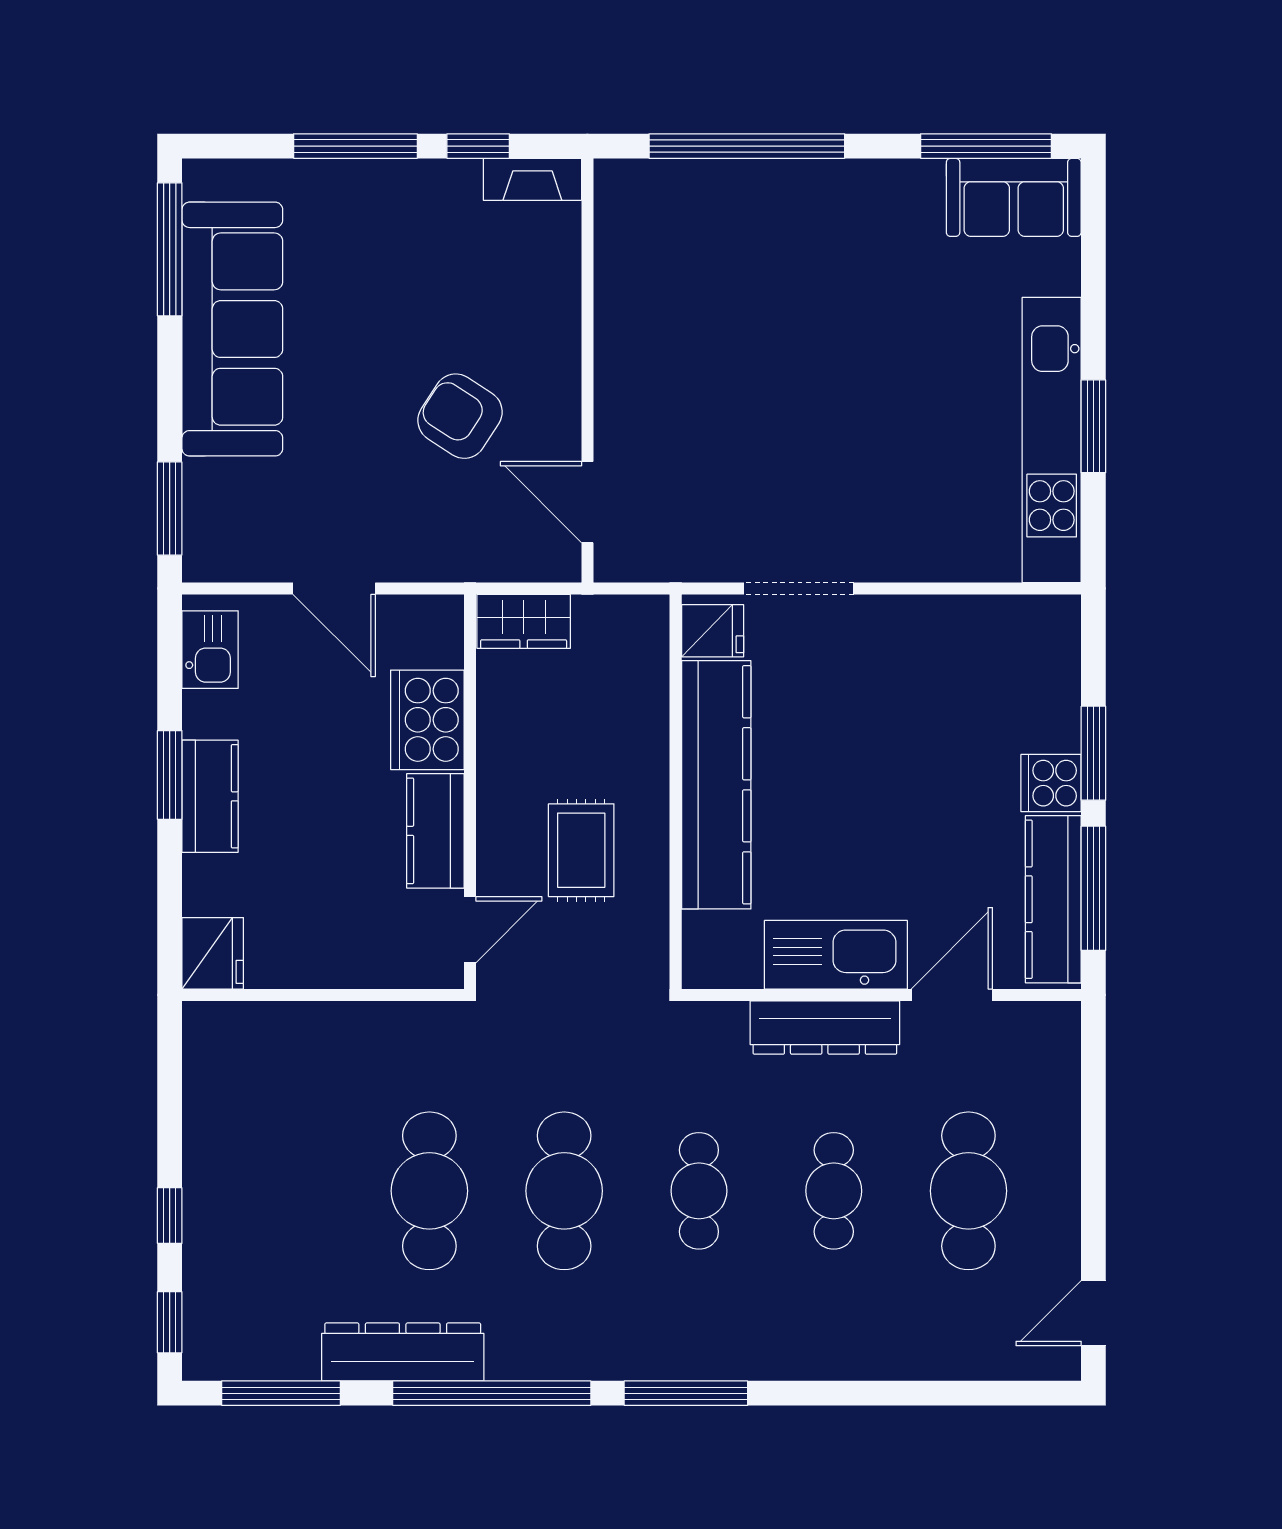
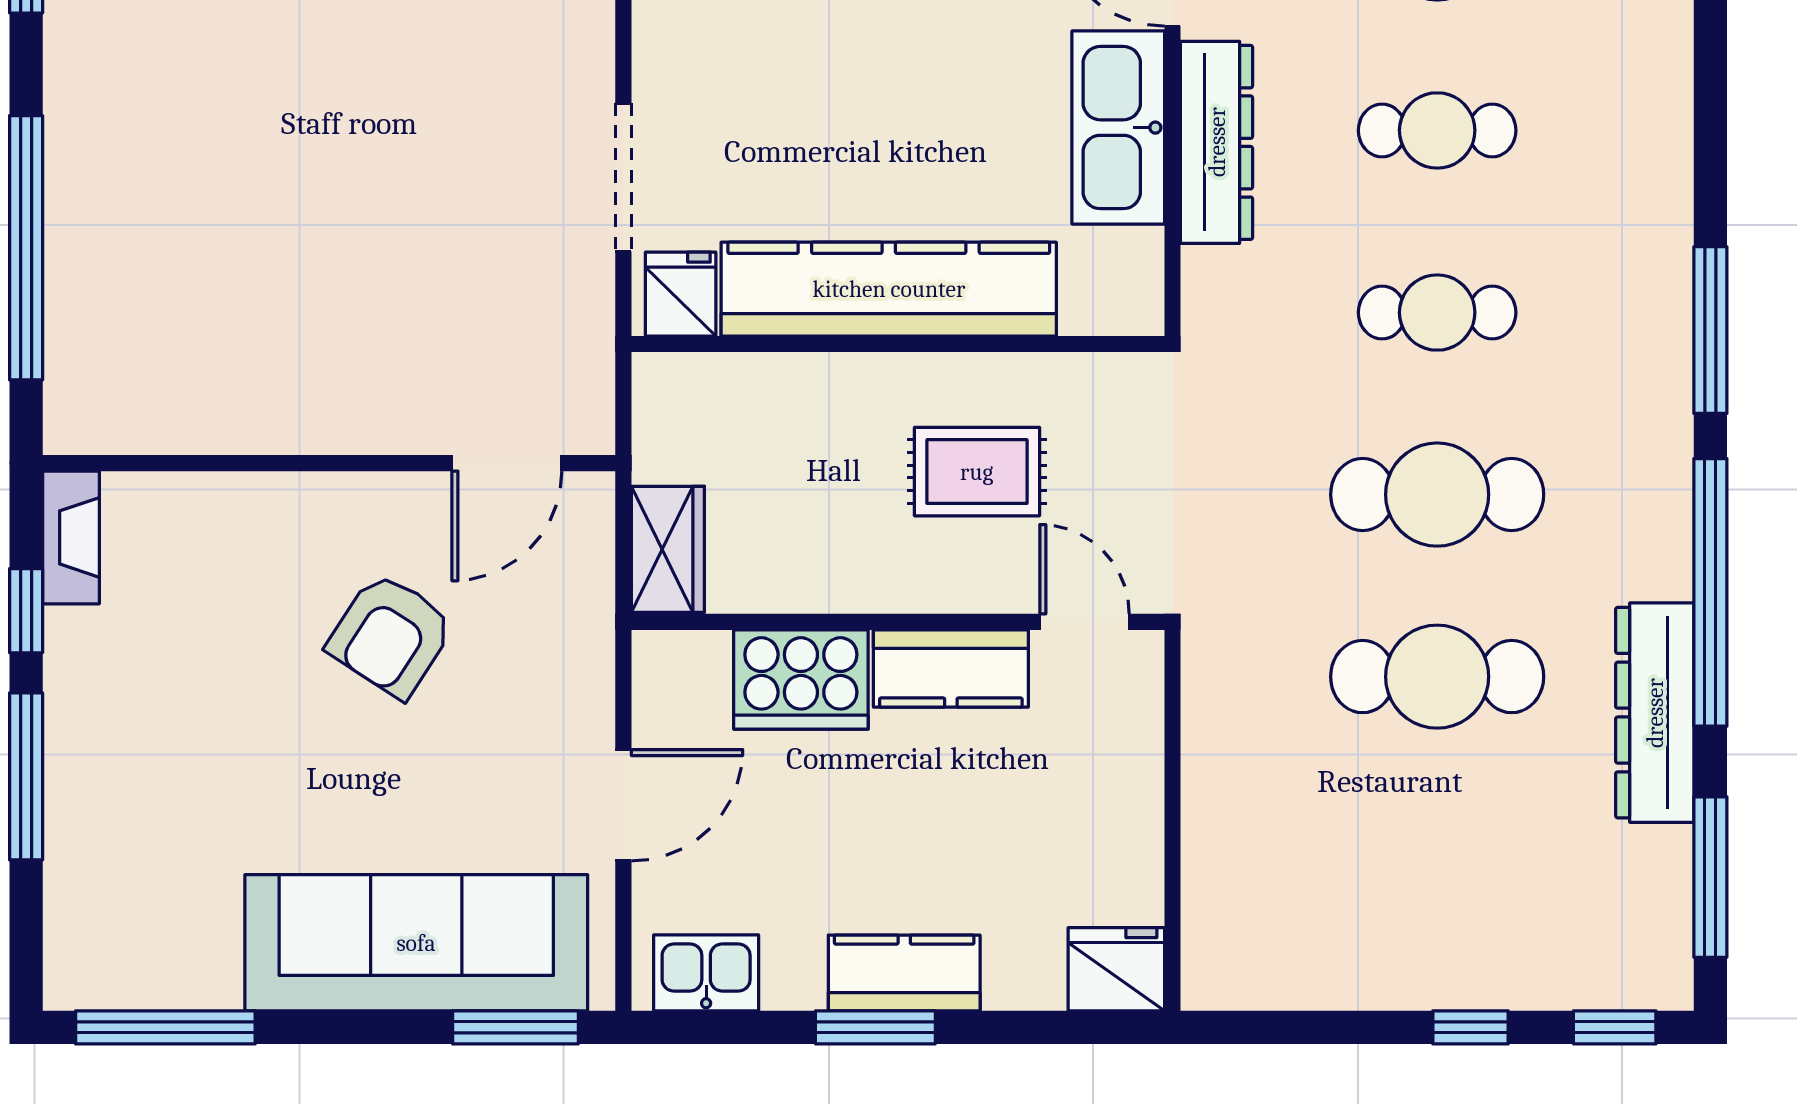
sofa: (232, 329) -> (416, 943), moved

